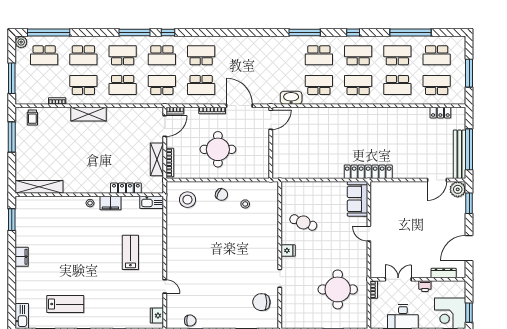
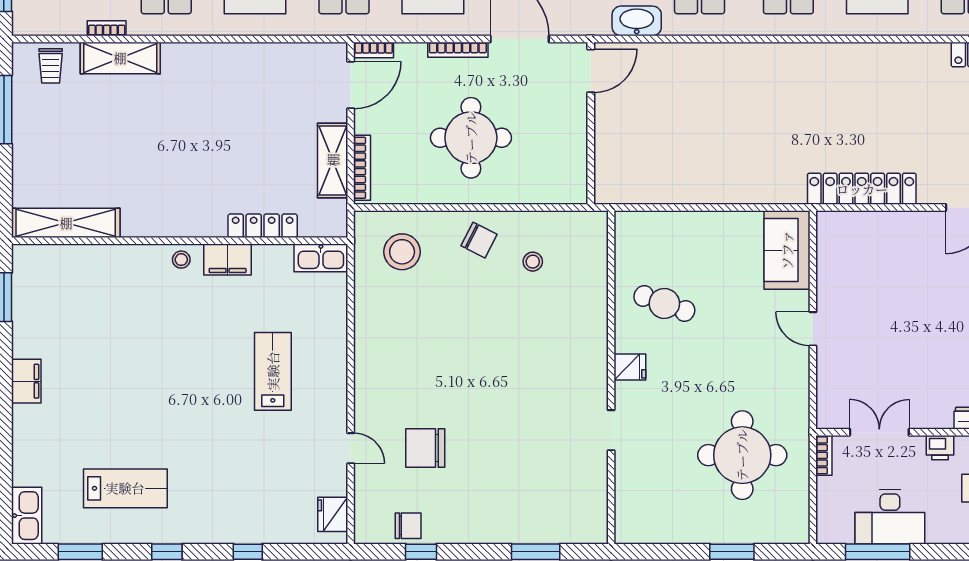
shelving: (89, 114) -> (120, 58), moved
locker: (368, 172) -> (862, 189), moved
chair: (261, 302) -> (425, 448), moved

